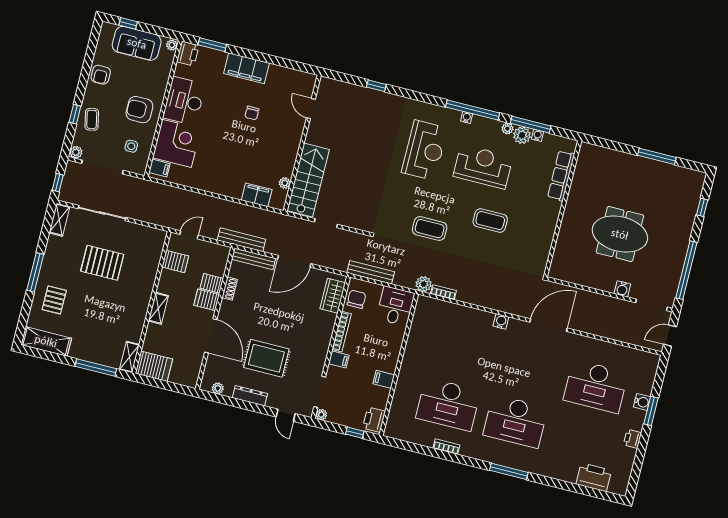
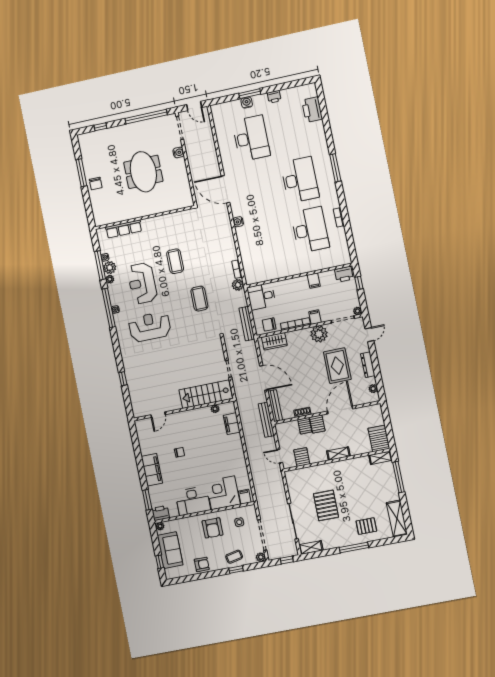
chair: (635, 168) -> (96, 183), added
plant: (316, 354) -> (319, 334), added

